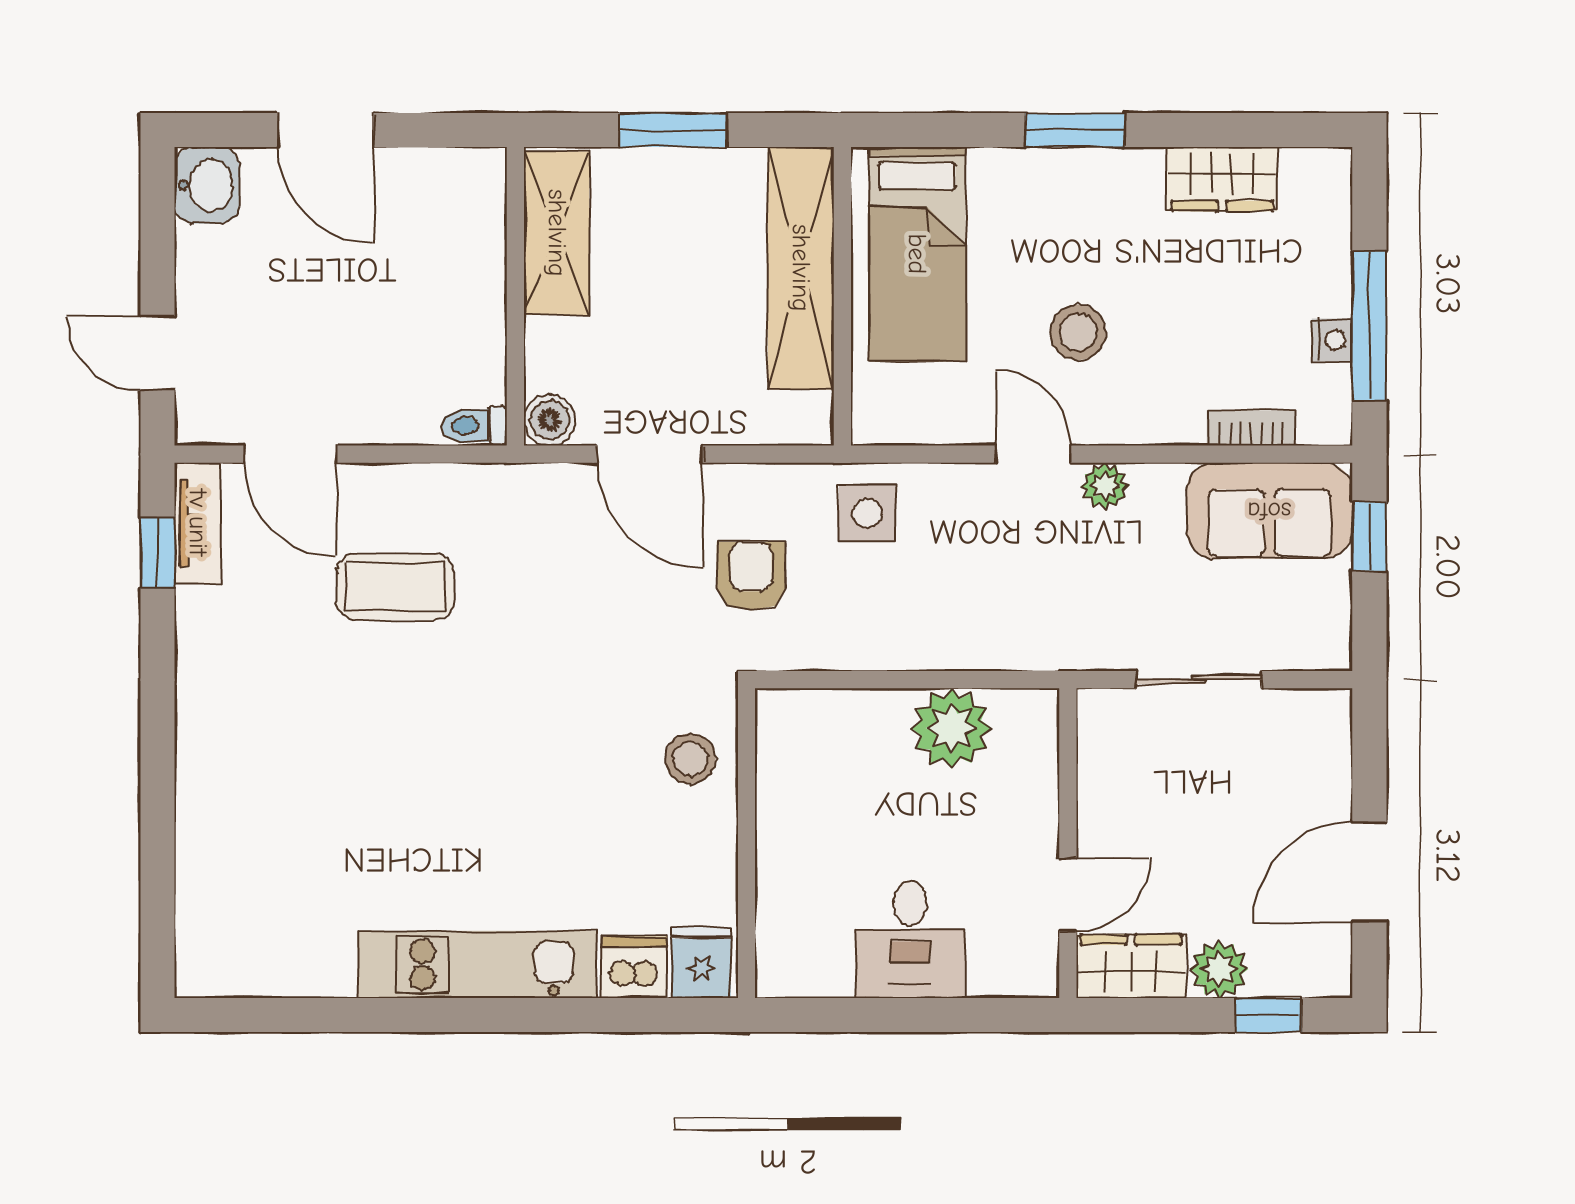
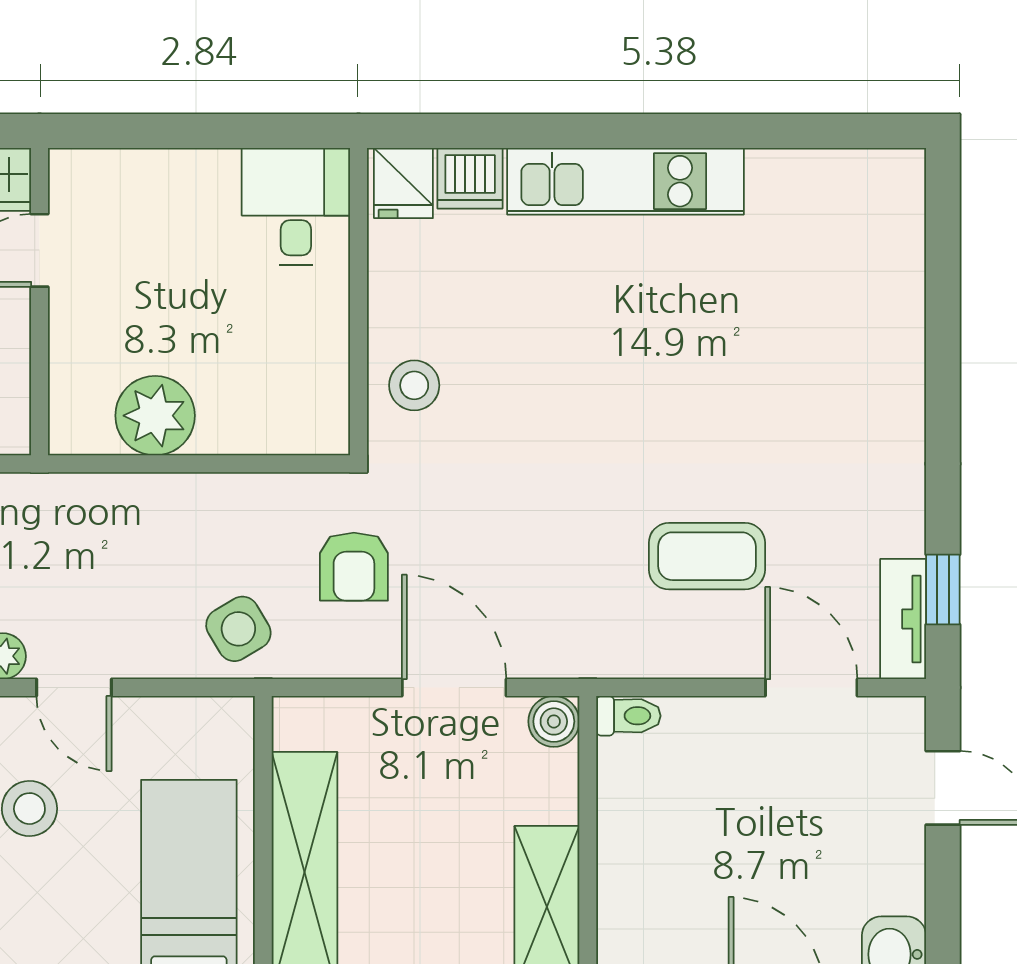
side table: (867, 513) -> (238, 629), turned -31
desk: (910, 939) -> (296, 206), moved

